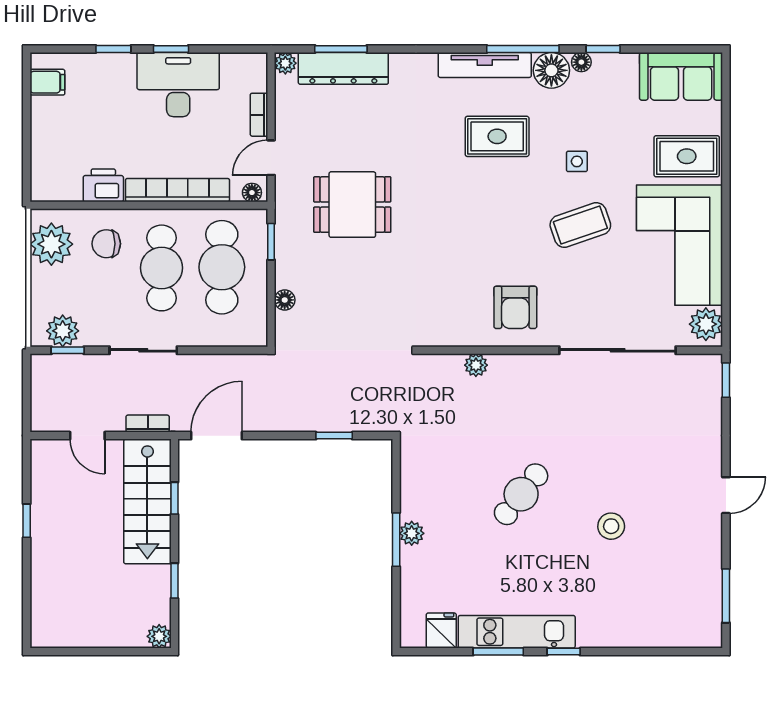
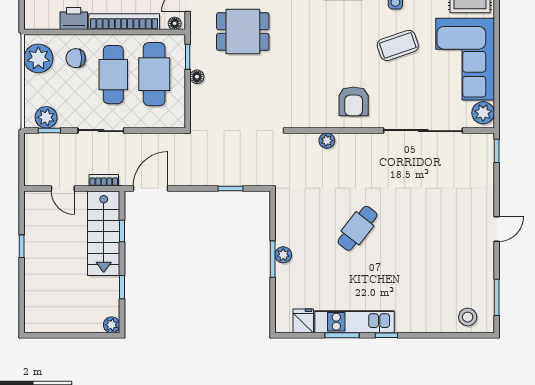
floor lamp: (285, 300) -> (197, 77), moved
stool: (611, 526) -> (468, 317), moved

